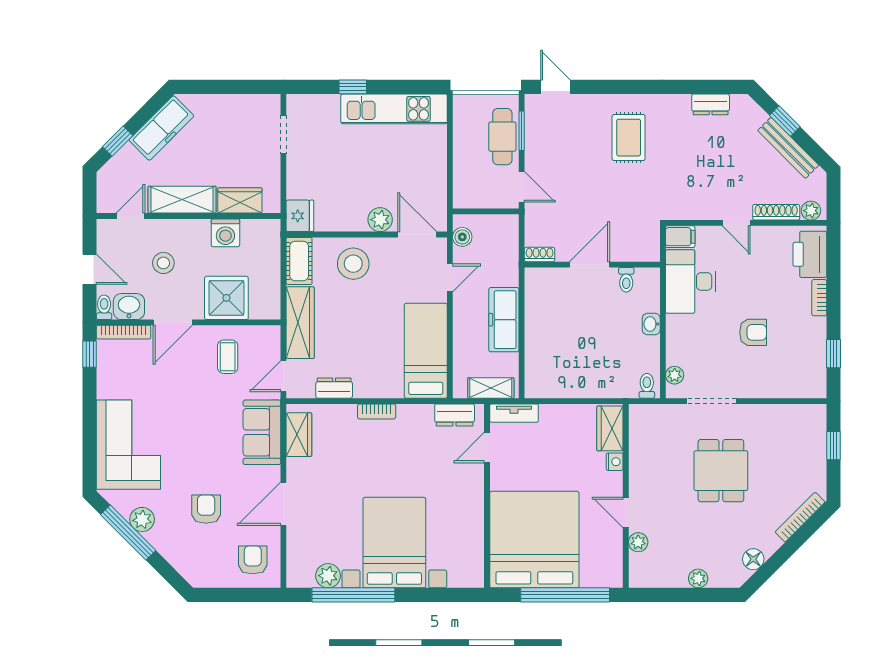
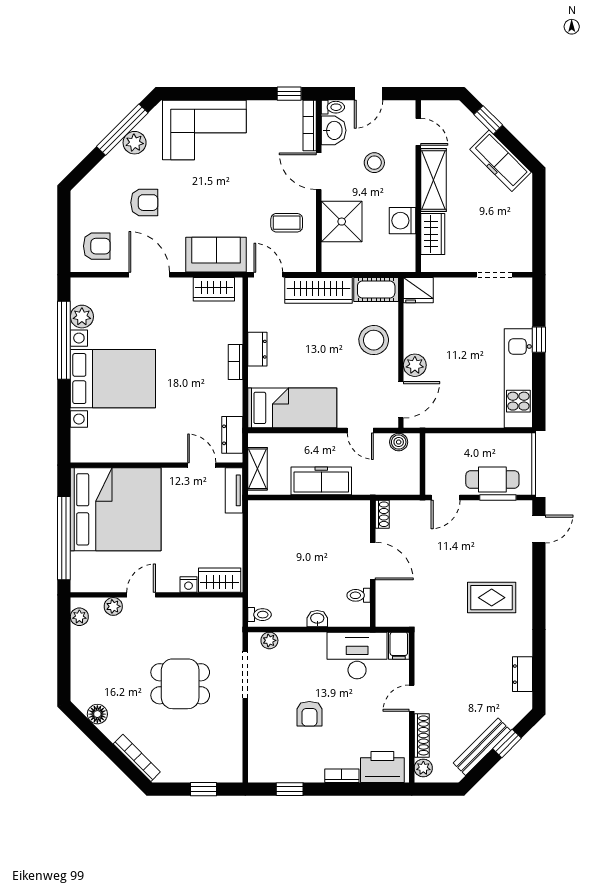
dresser: (334, 388) -> (257, 349), moved
plant: (698, 578) -> (79, 617), moved

